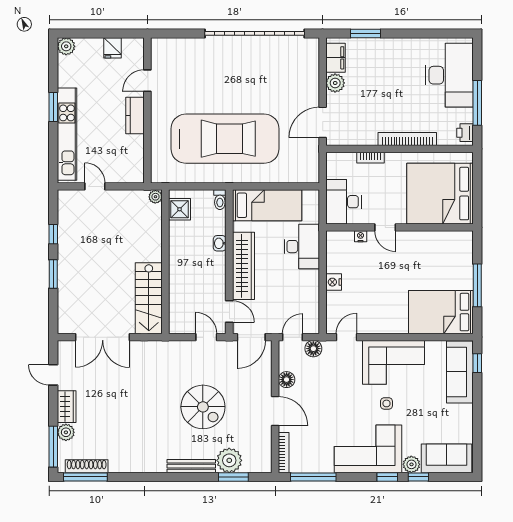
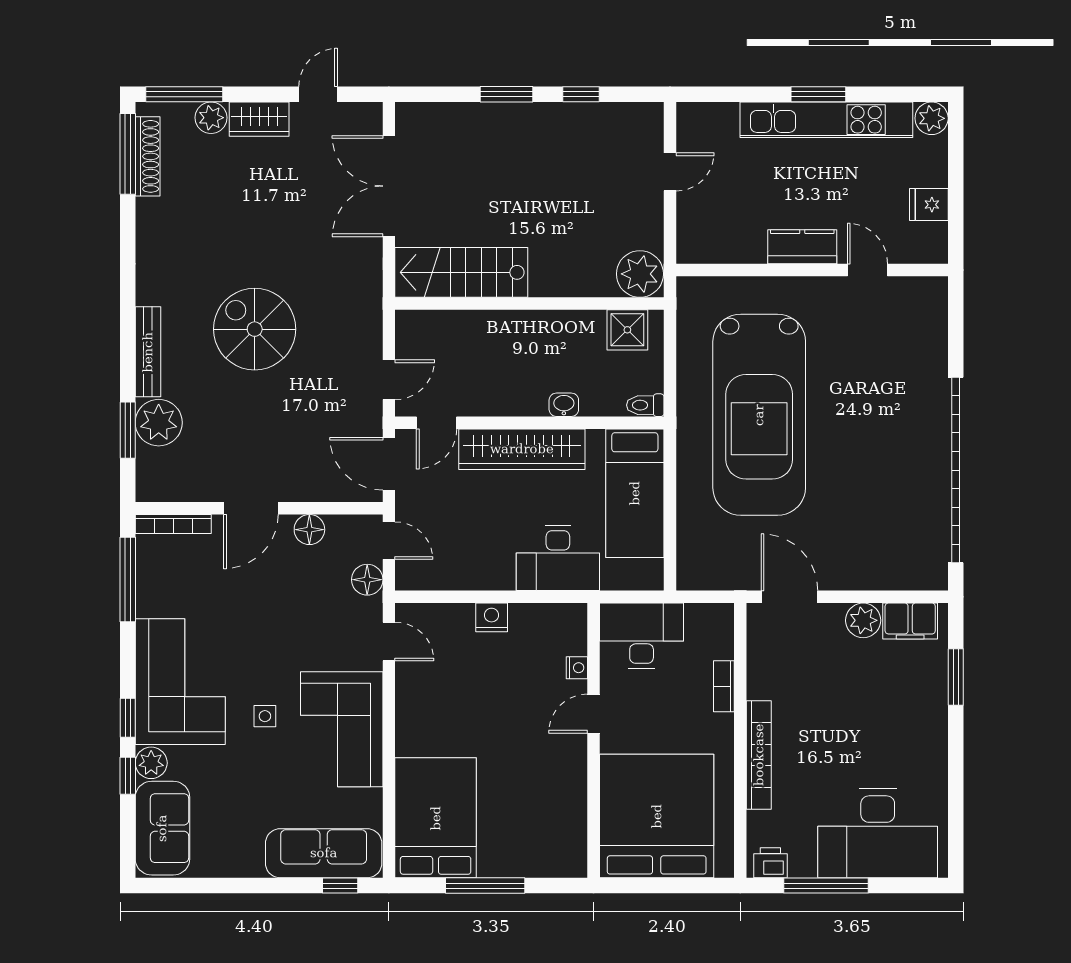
kitchen unit: (67, 134) -> (826, 120), moved
plant: (155, 197) -> (640, 274), width x1.88, depth x1.88
spiral stairs: (203, 407) -> (255, 329), moved, turned 90

